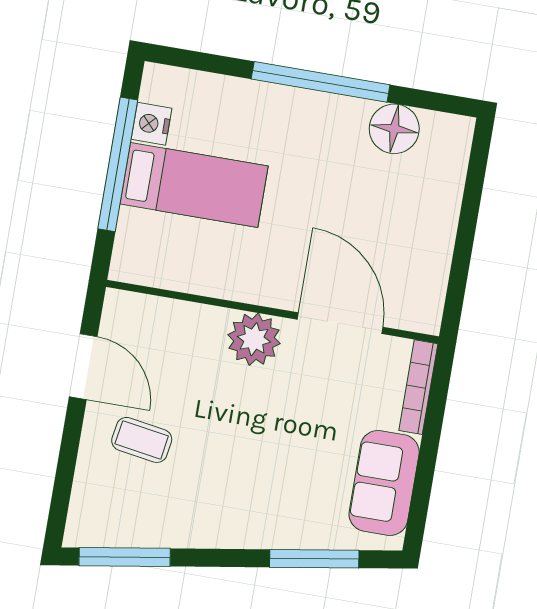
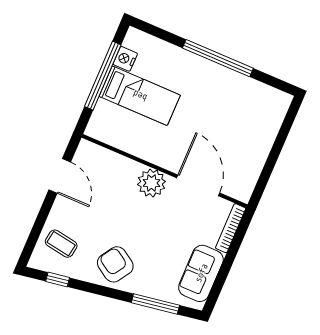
floor lamp: (394, 129) -> (250, 92), removed
coffee table: (142, 440) -> (61, 244), moved
armchair: (223, 504) -> (115, 264), added
window: (125, 557) -> (58, 280), width x0.46

